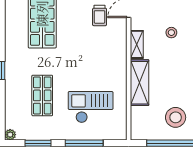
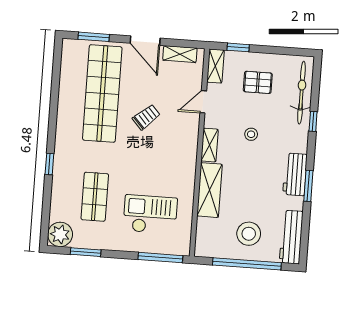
trolley: (100, 15) -> (146, 117), moved, turned -132
plant: (10, 135) -> (60, 234), width x1.88, depth x1.88
window: (84, 143) -> (160, 258), moved

